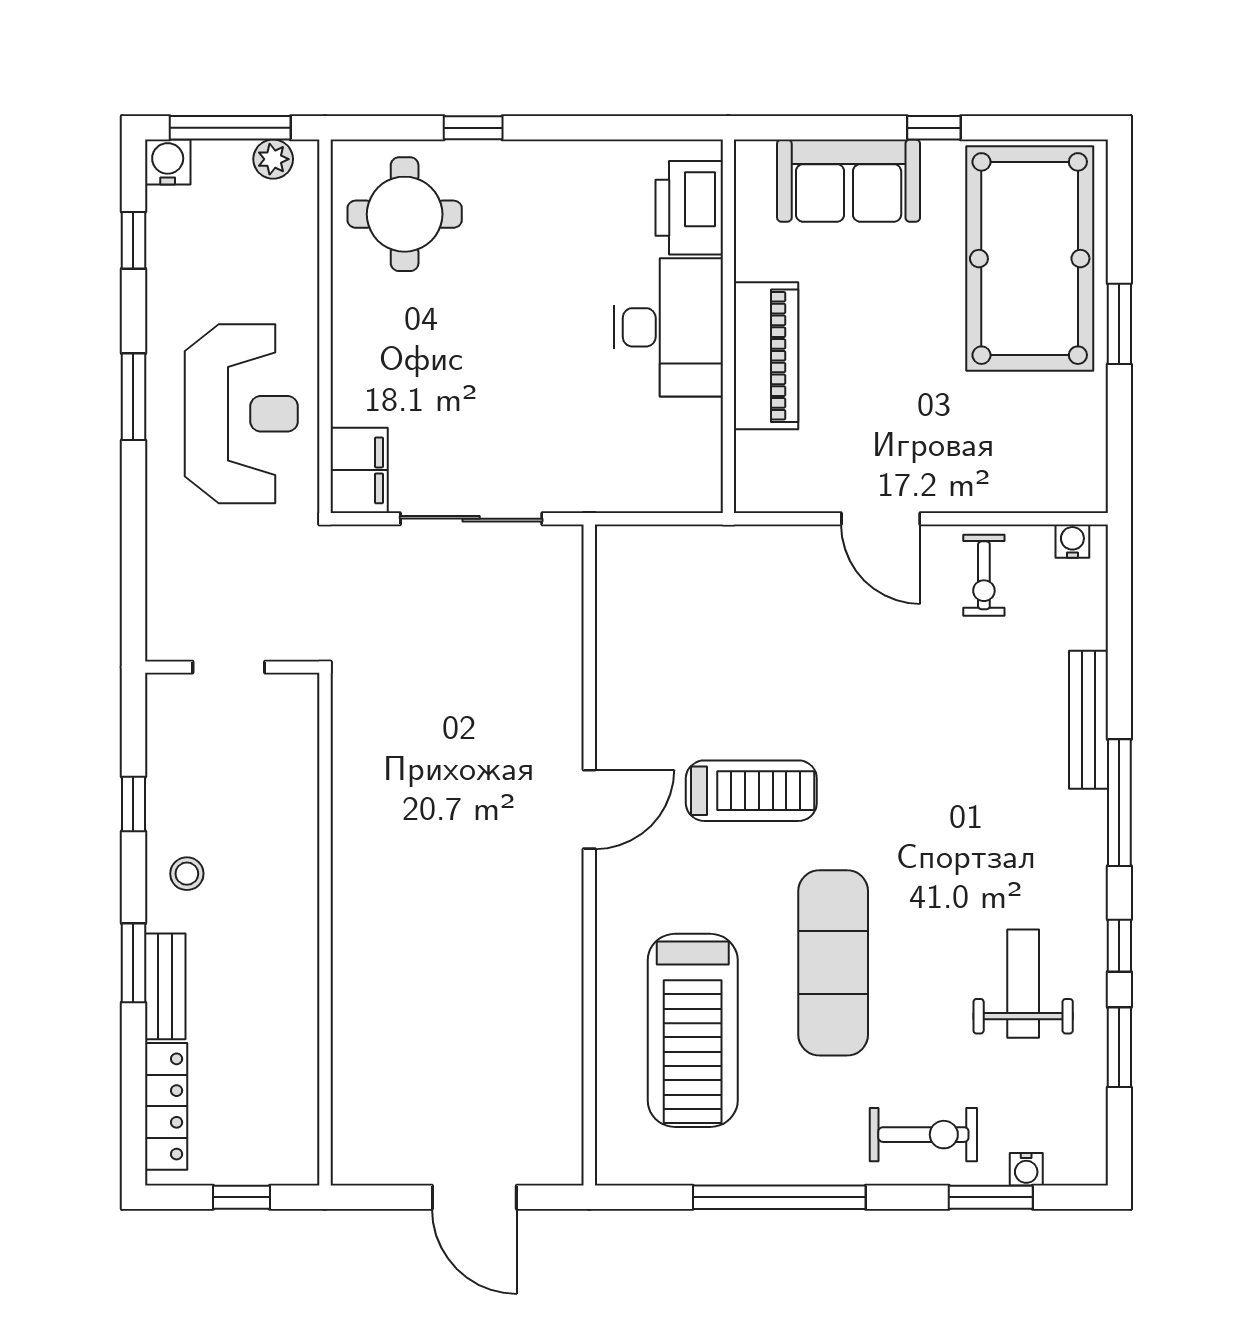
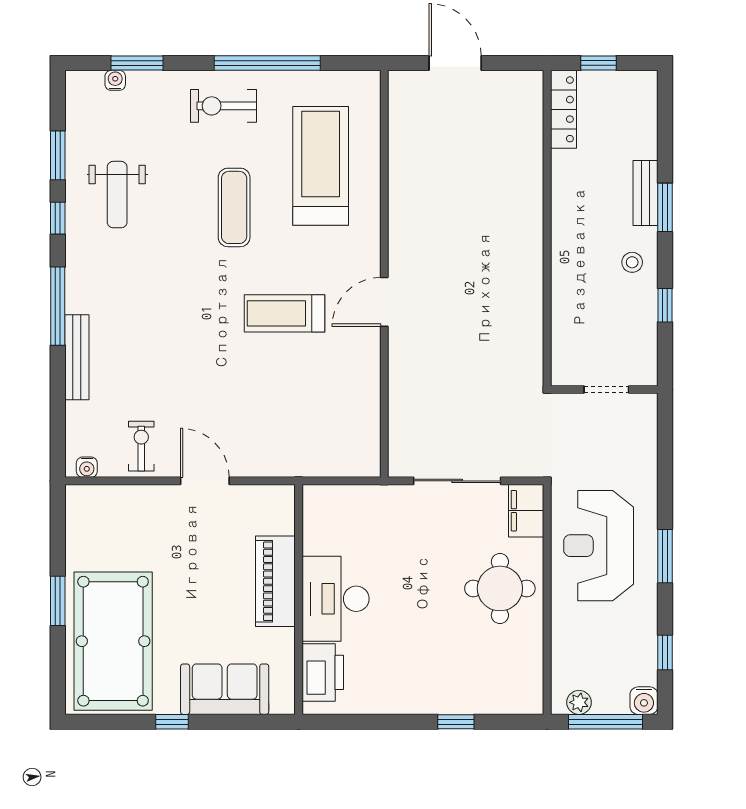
round table: (405, 214) -> (500, 588), moved
exercise mat: (833, 963) -> (234, 207), width x0.73, depth x0.69
locker: (166, 1106) -> (563, 109), moved, turned 180
exercise bike: (923, 1135) -> (223, 106), moved

